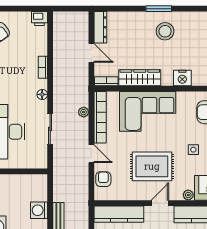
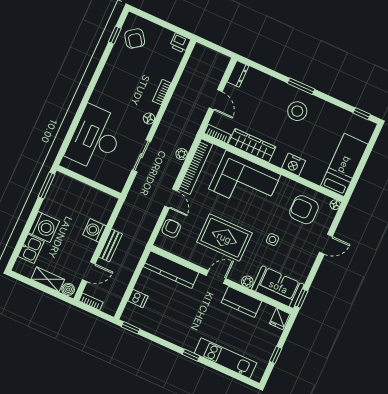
dresser: (100, 27) -> (238, 74), width x0.70

